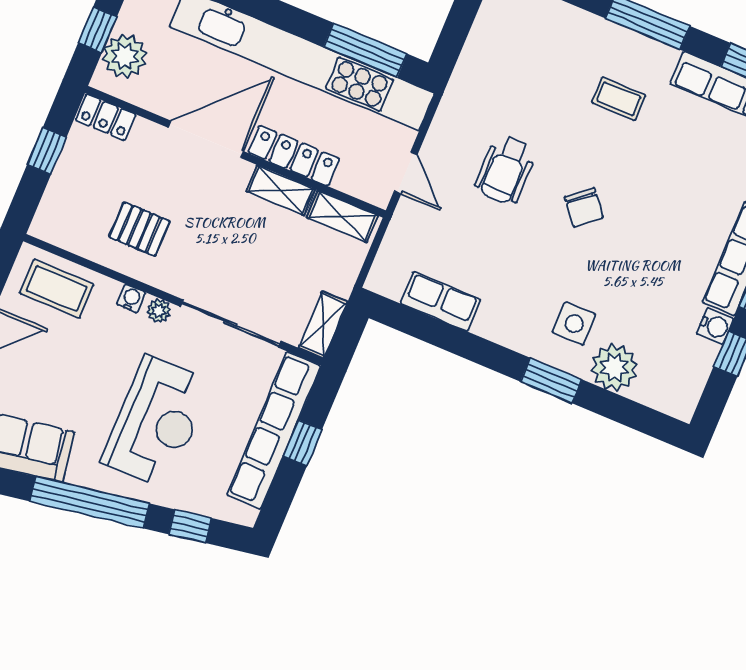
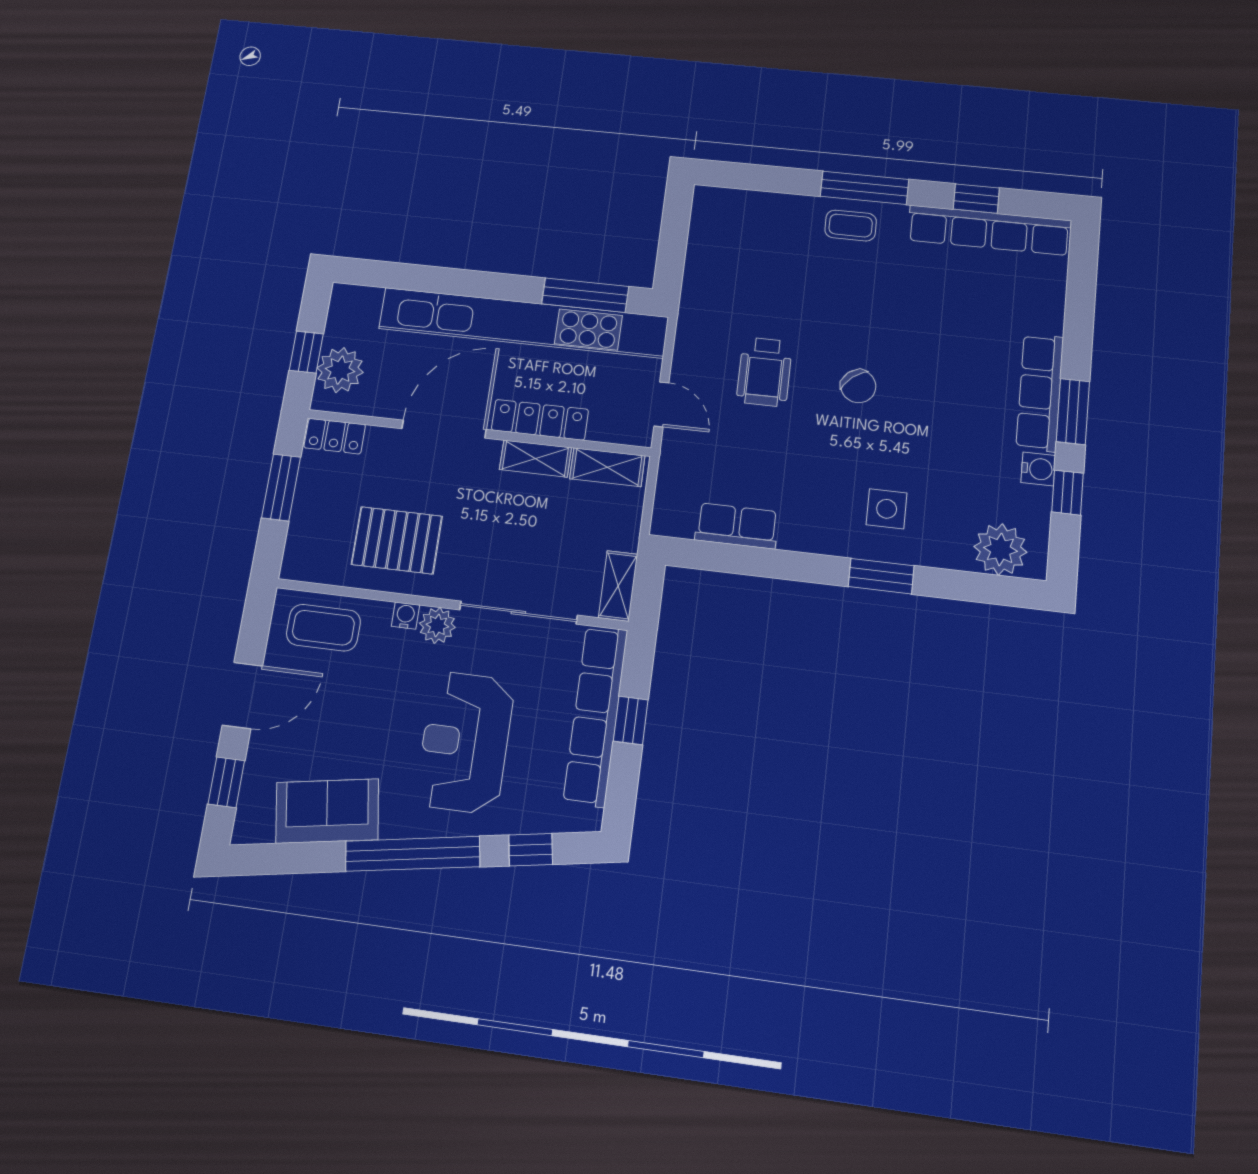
coffee table: (619, 99) -> (851, 226), moved
window: (47, 151) -> (281, 487), width x1.50
pallet: (139, 229) -> (397, 540), width x1.50, depth x1.42
plant: (159, 311) -> (437, 625), width x1.38, depth x1.38
plant: (614, 367) -> (1000, 549), moved
reception desk: (156, 422) -> (465, 742), turned 180

